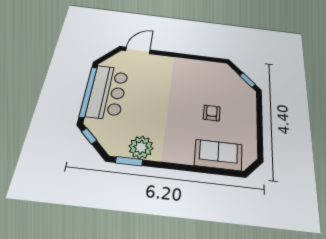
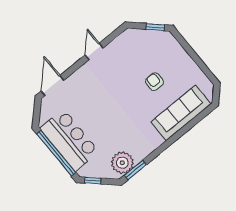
door: (189, 57) -> (94, 51), added
plant: (141, 147) -> (122, 163), moved
sofa: (218, 155) -> (181, 113), width x1.36

